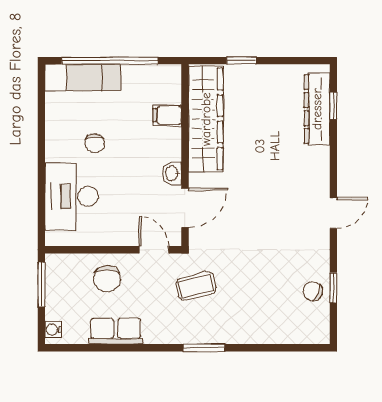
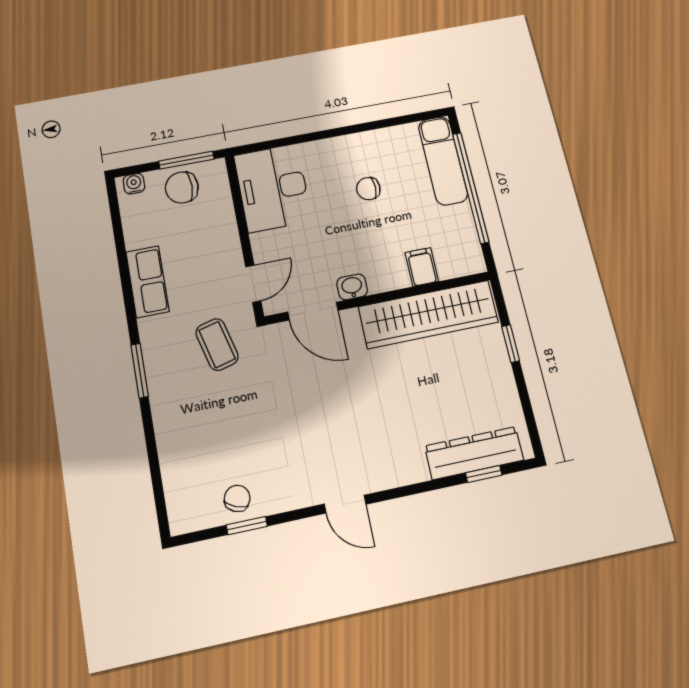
desk: (71, 196) -> (273, 188), moved, turned -90
chair: (107, 279) -> (182, 187), moved
row of seats: (116, 331) -> (147, 282), moved

